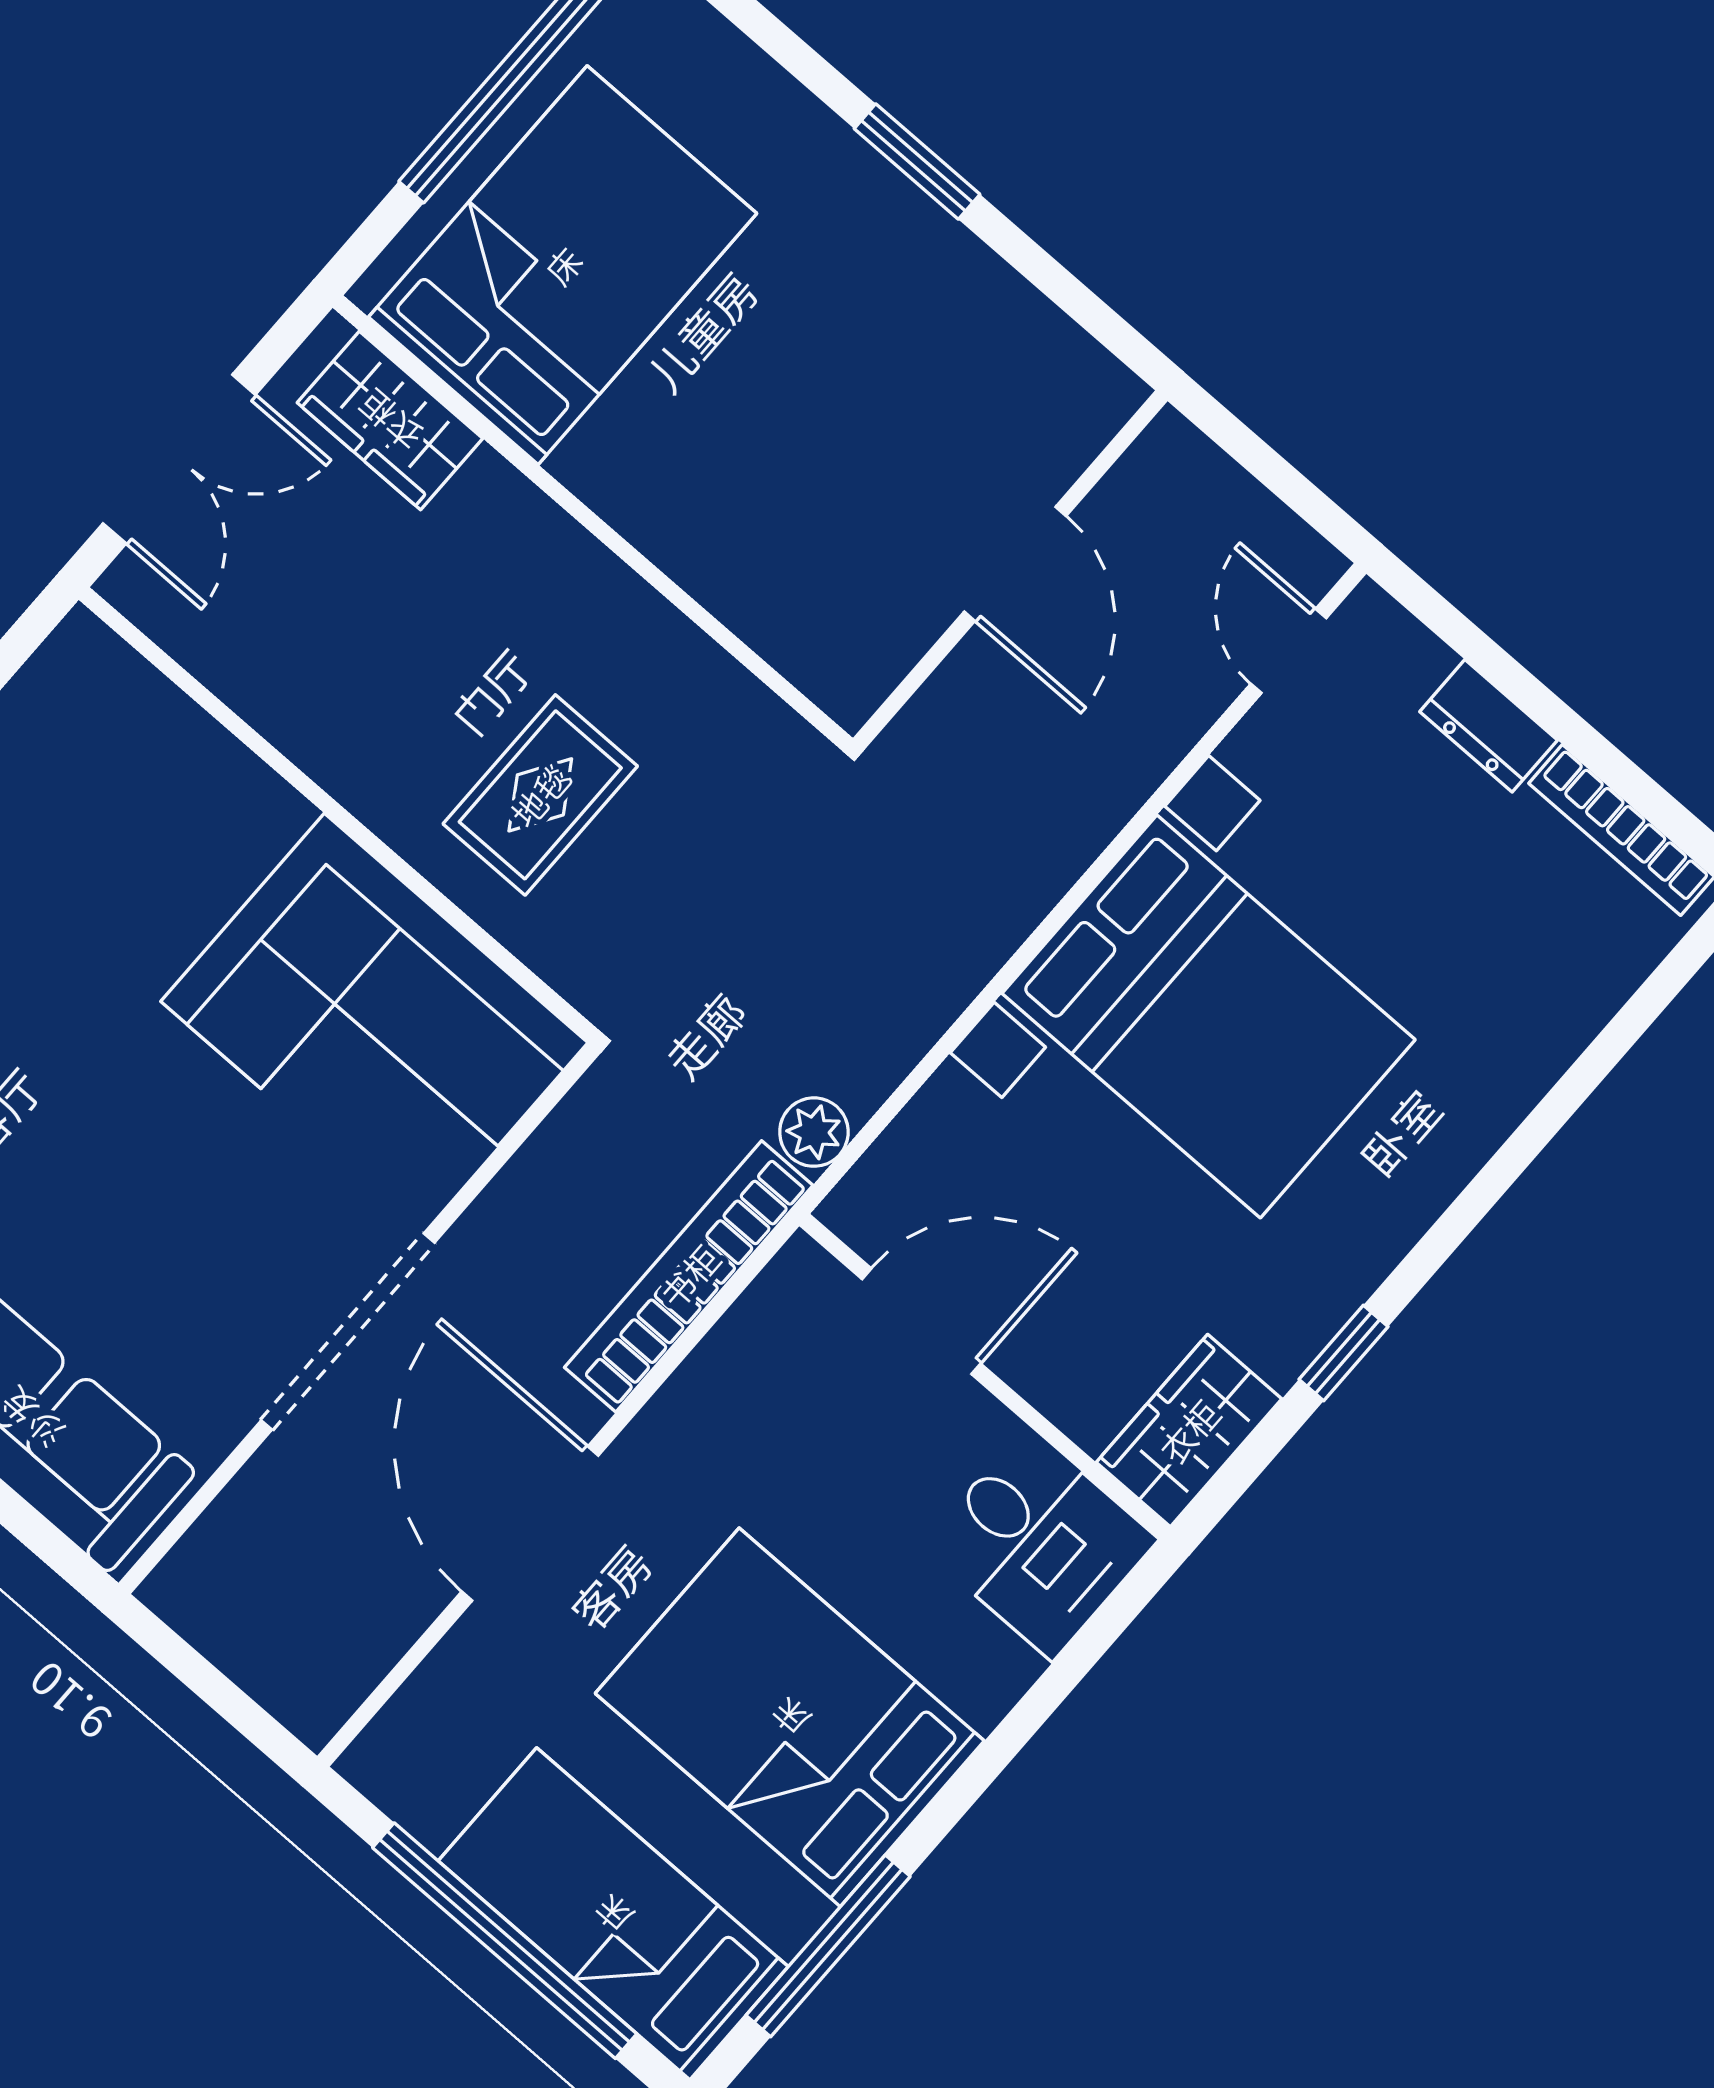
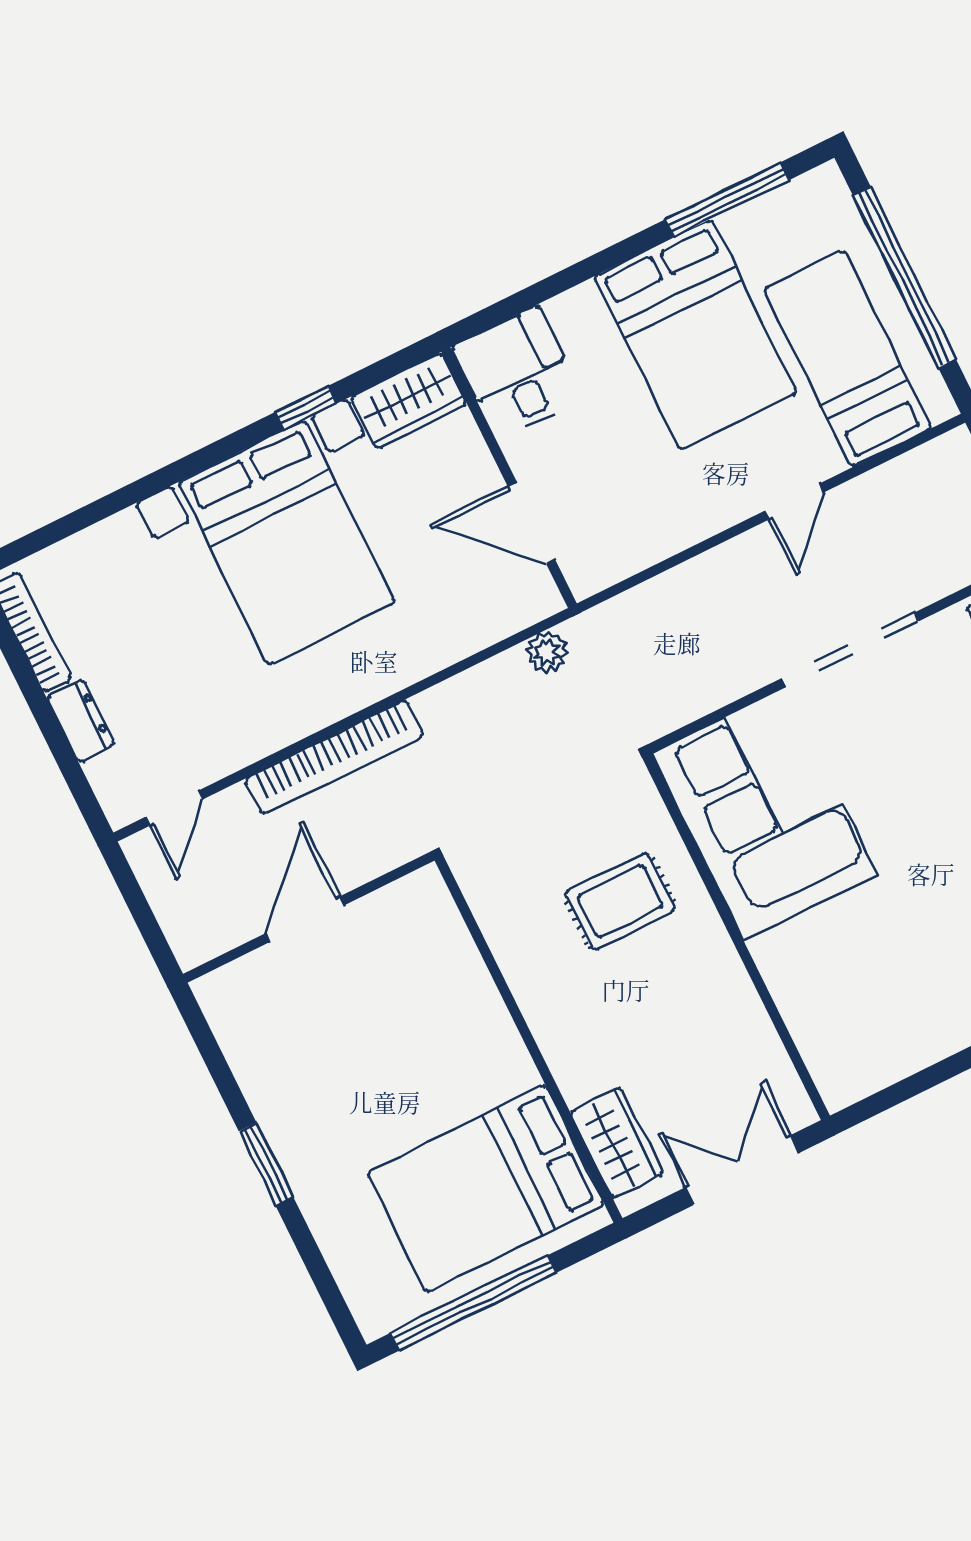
bed with nightstands: (1209, 1016) -> (287, 543), moved, turned 180
bookcase: (689, 1276) -> (334, 757), moved
door: (530, 1523) -> (794, 502), width x0.53
bed: (613, 1914) -> (847, 358), moved, turned 180

